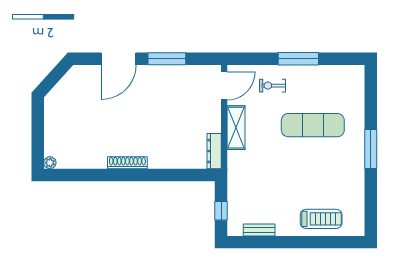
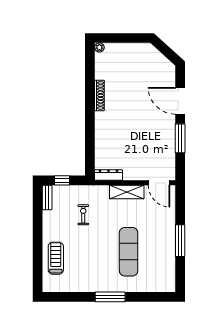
exercise bike: (273, 86) -> (83, 215), moved
shoe rack: (127, 163) -> (99, 95), moved
treadmill: (321, 219) -> (56, 258), turned 180
bench: (259, 230) -> (47, 197), moved

